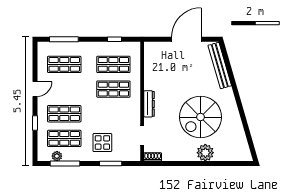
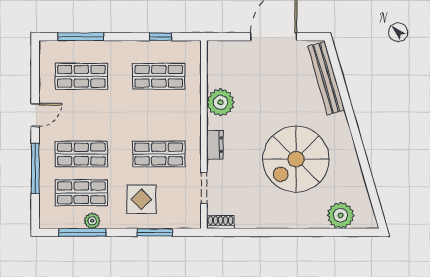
plant: (153, 81) -> (221, 102), added
shop shelf: (113, 89) -> (159, 154), moved
dresser: (149, 104) -> (215, 145), width x0.70
window: (35, 123) -> (35, 168), width x2.17
plant: (205, 153) -> (341, 215), moved
plant: (57, 156) -> (92, 221), moved

